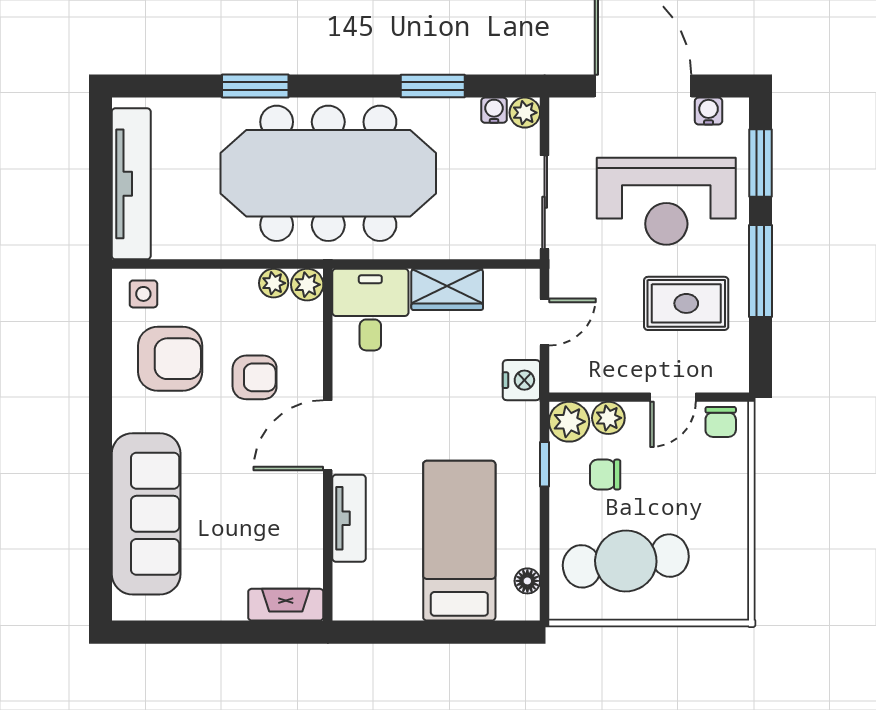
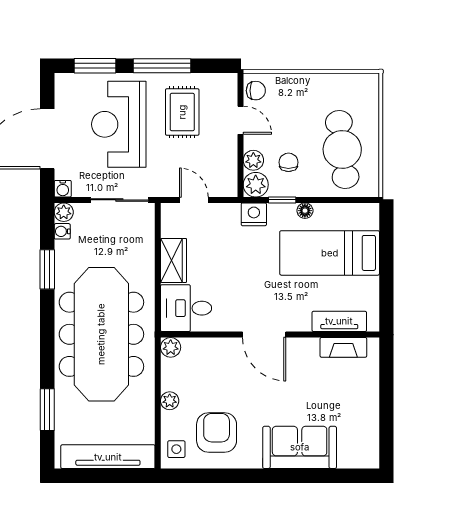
window: (255, 86) -> (47, 410), moved
water cooler: (709, 111) -> (63, 189), moved, turned -90
reception desk: (666, 201) -> (119, 124), turned 180
plant: (274, 283) -> (170, 401), moved
armchair: (255, 377) -> (228, 380), removed
nightstand: (521, 380) -> (254, 214), moved
chair: (605, 475) -> (288, 162), turned 180
sofa: (146, 514) -> (300, 447), width x0.73
tv unit: (349, 518) -> (339, 321), moved
floor lamp: (527, 581) -> (305, 211), moved
fireplace: (286, 605) -> (343, 347), moved, turned -90

